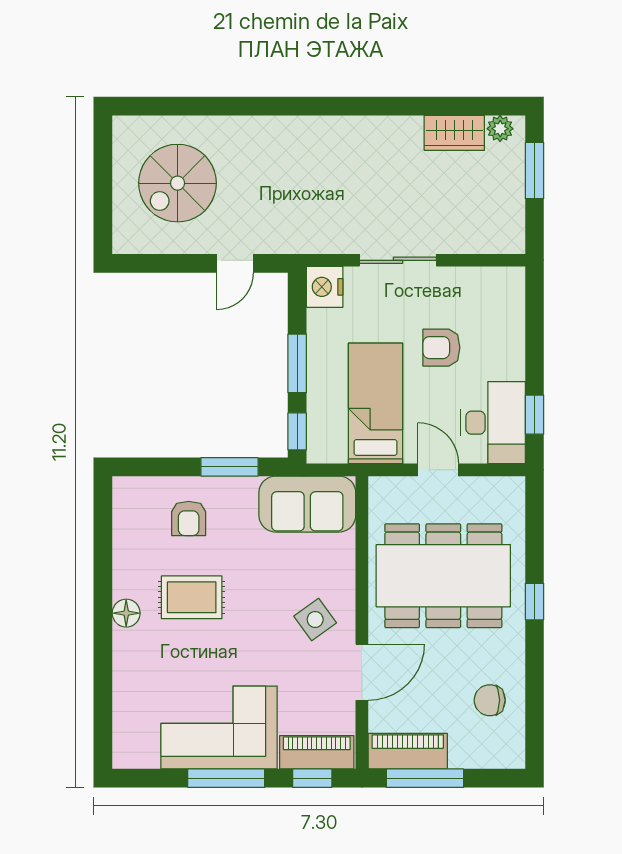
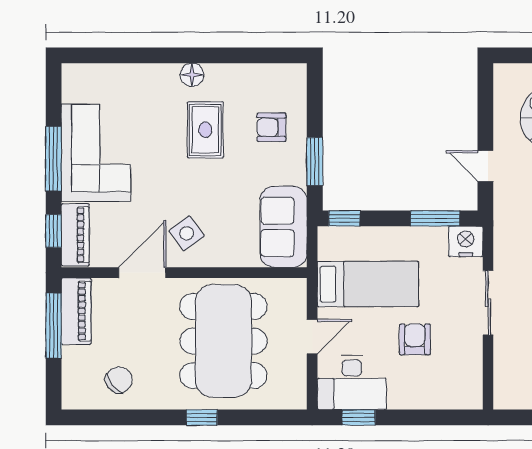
window: (297, 363) -> (435, 218), moved
door: (362, 672) -> (142, 273), swing flipped
chair: (490, 700) -> (119, 380), turned 52

